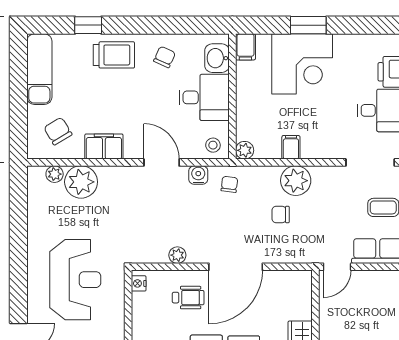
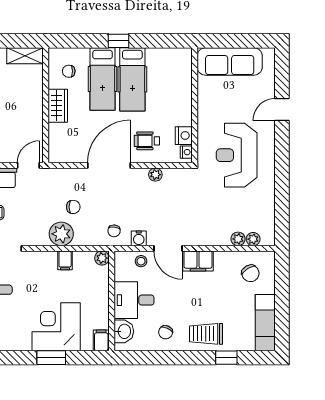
stool: (213, 145) -> (141, 261), moved
filing cabinet: (104, 147) -> (198, 261), moved
plant: (81, 182) -> (238, 239), width x0.53, depth x0.53
nightstand: (142, 304) -> (184, 136), added

